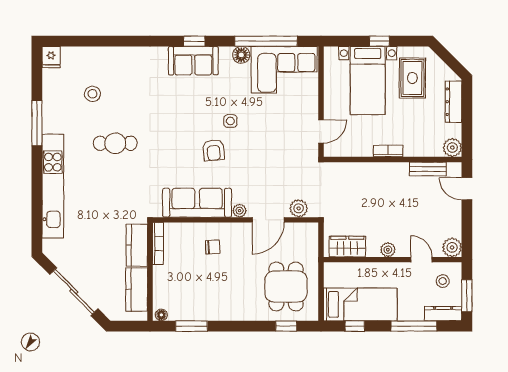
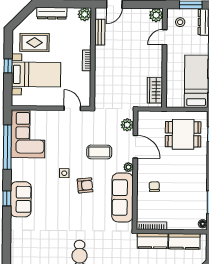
floor lamp: (241, 55) -> (17, 165), removed
coffee table: (260, 170) -> (99, 152), added
plant: (388, 250) -> (157, 61), removed

